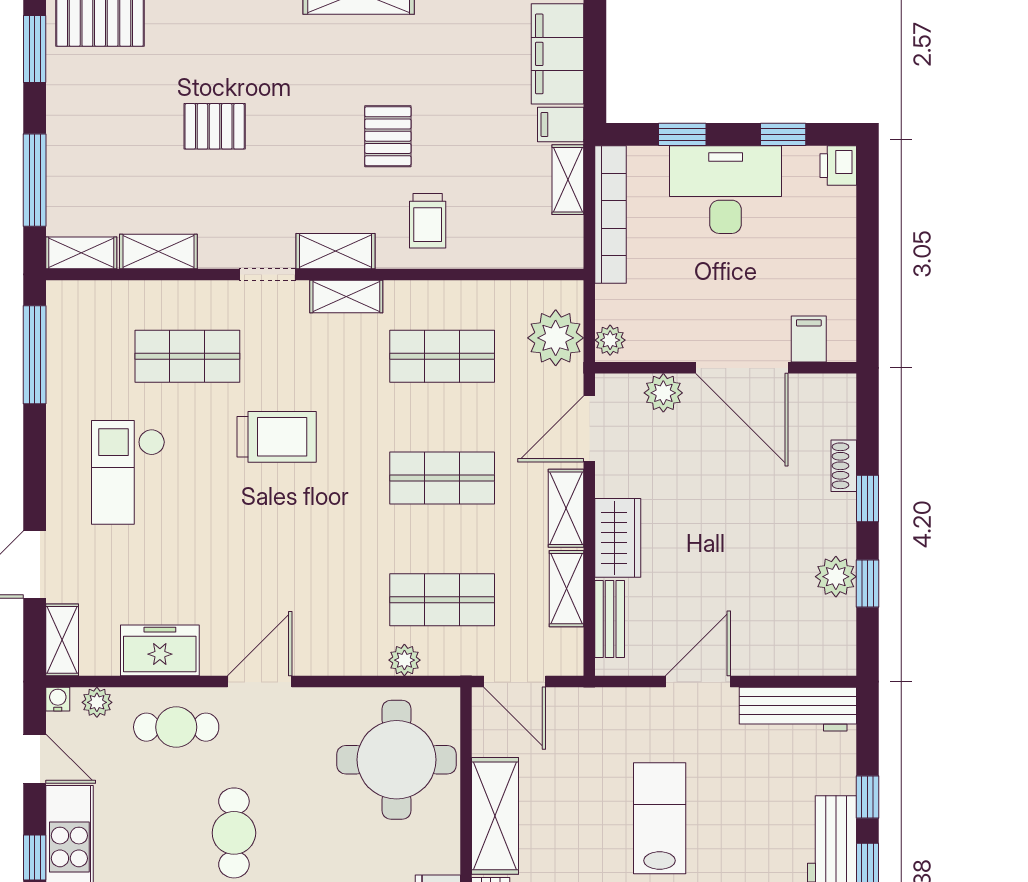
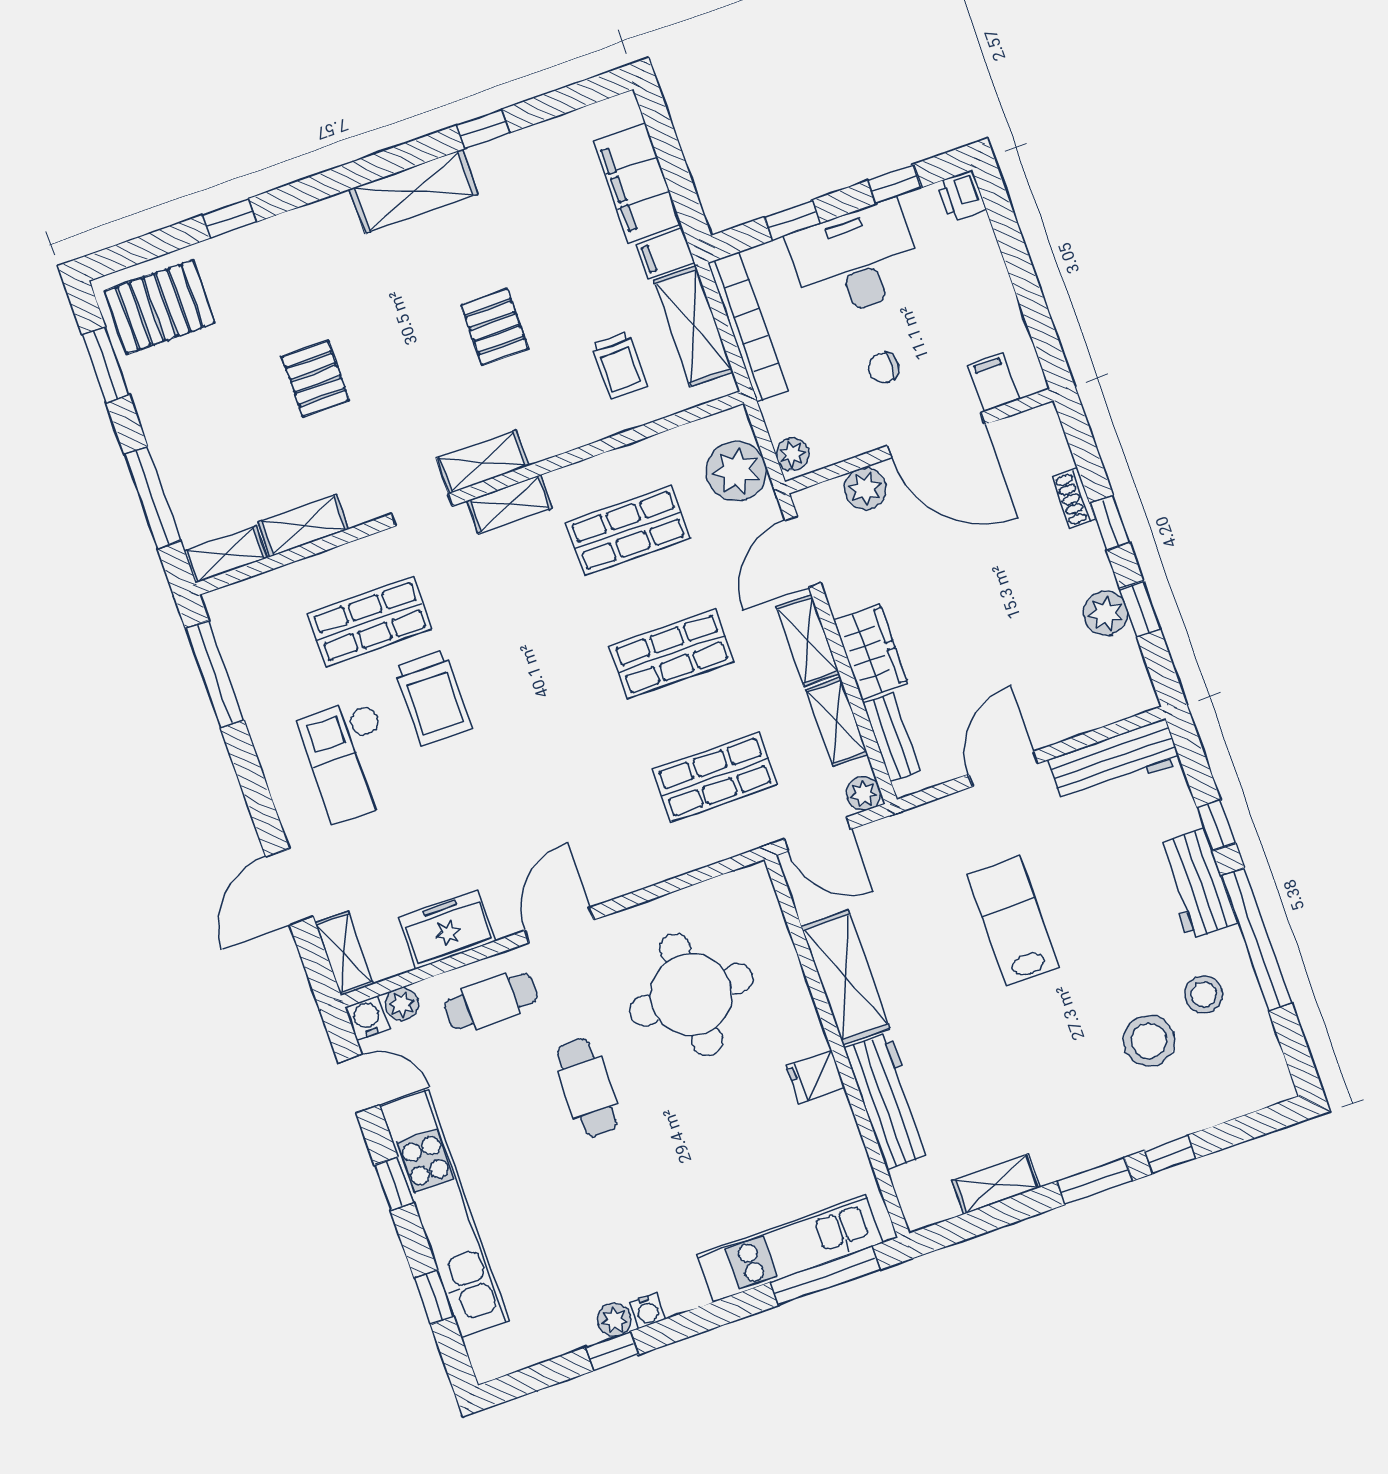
pallet: (215, 126) -> (316, 379), turned 90
shelving: (568, 180) -> (693, 326), width x1.50, depth x1.33
trolley: (428, 221) -> (619, 365), moved
chair: (717, 293) -> (884, 368), added
trolley: (277, 437) -> (433, 698), moved, turned 90
plant: (404, 660) -> (864, 794), moved
water cooler: (58, 699) -> (367, 1018), width x1.38, depth x1.38
round table: (397, 760) -> (691, 995), moved

